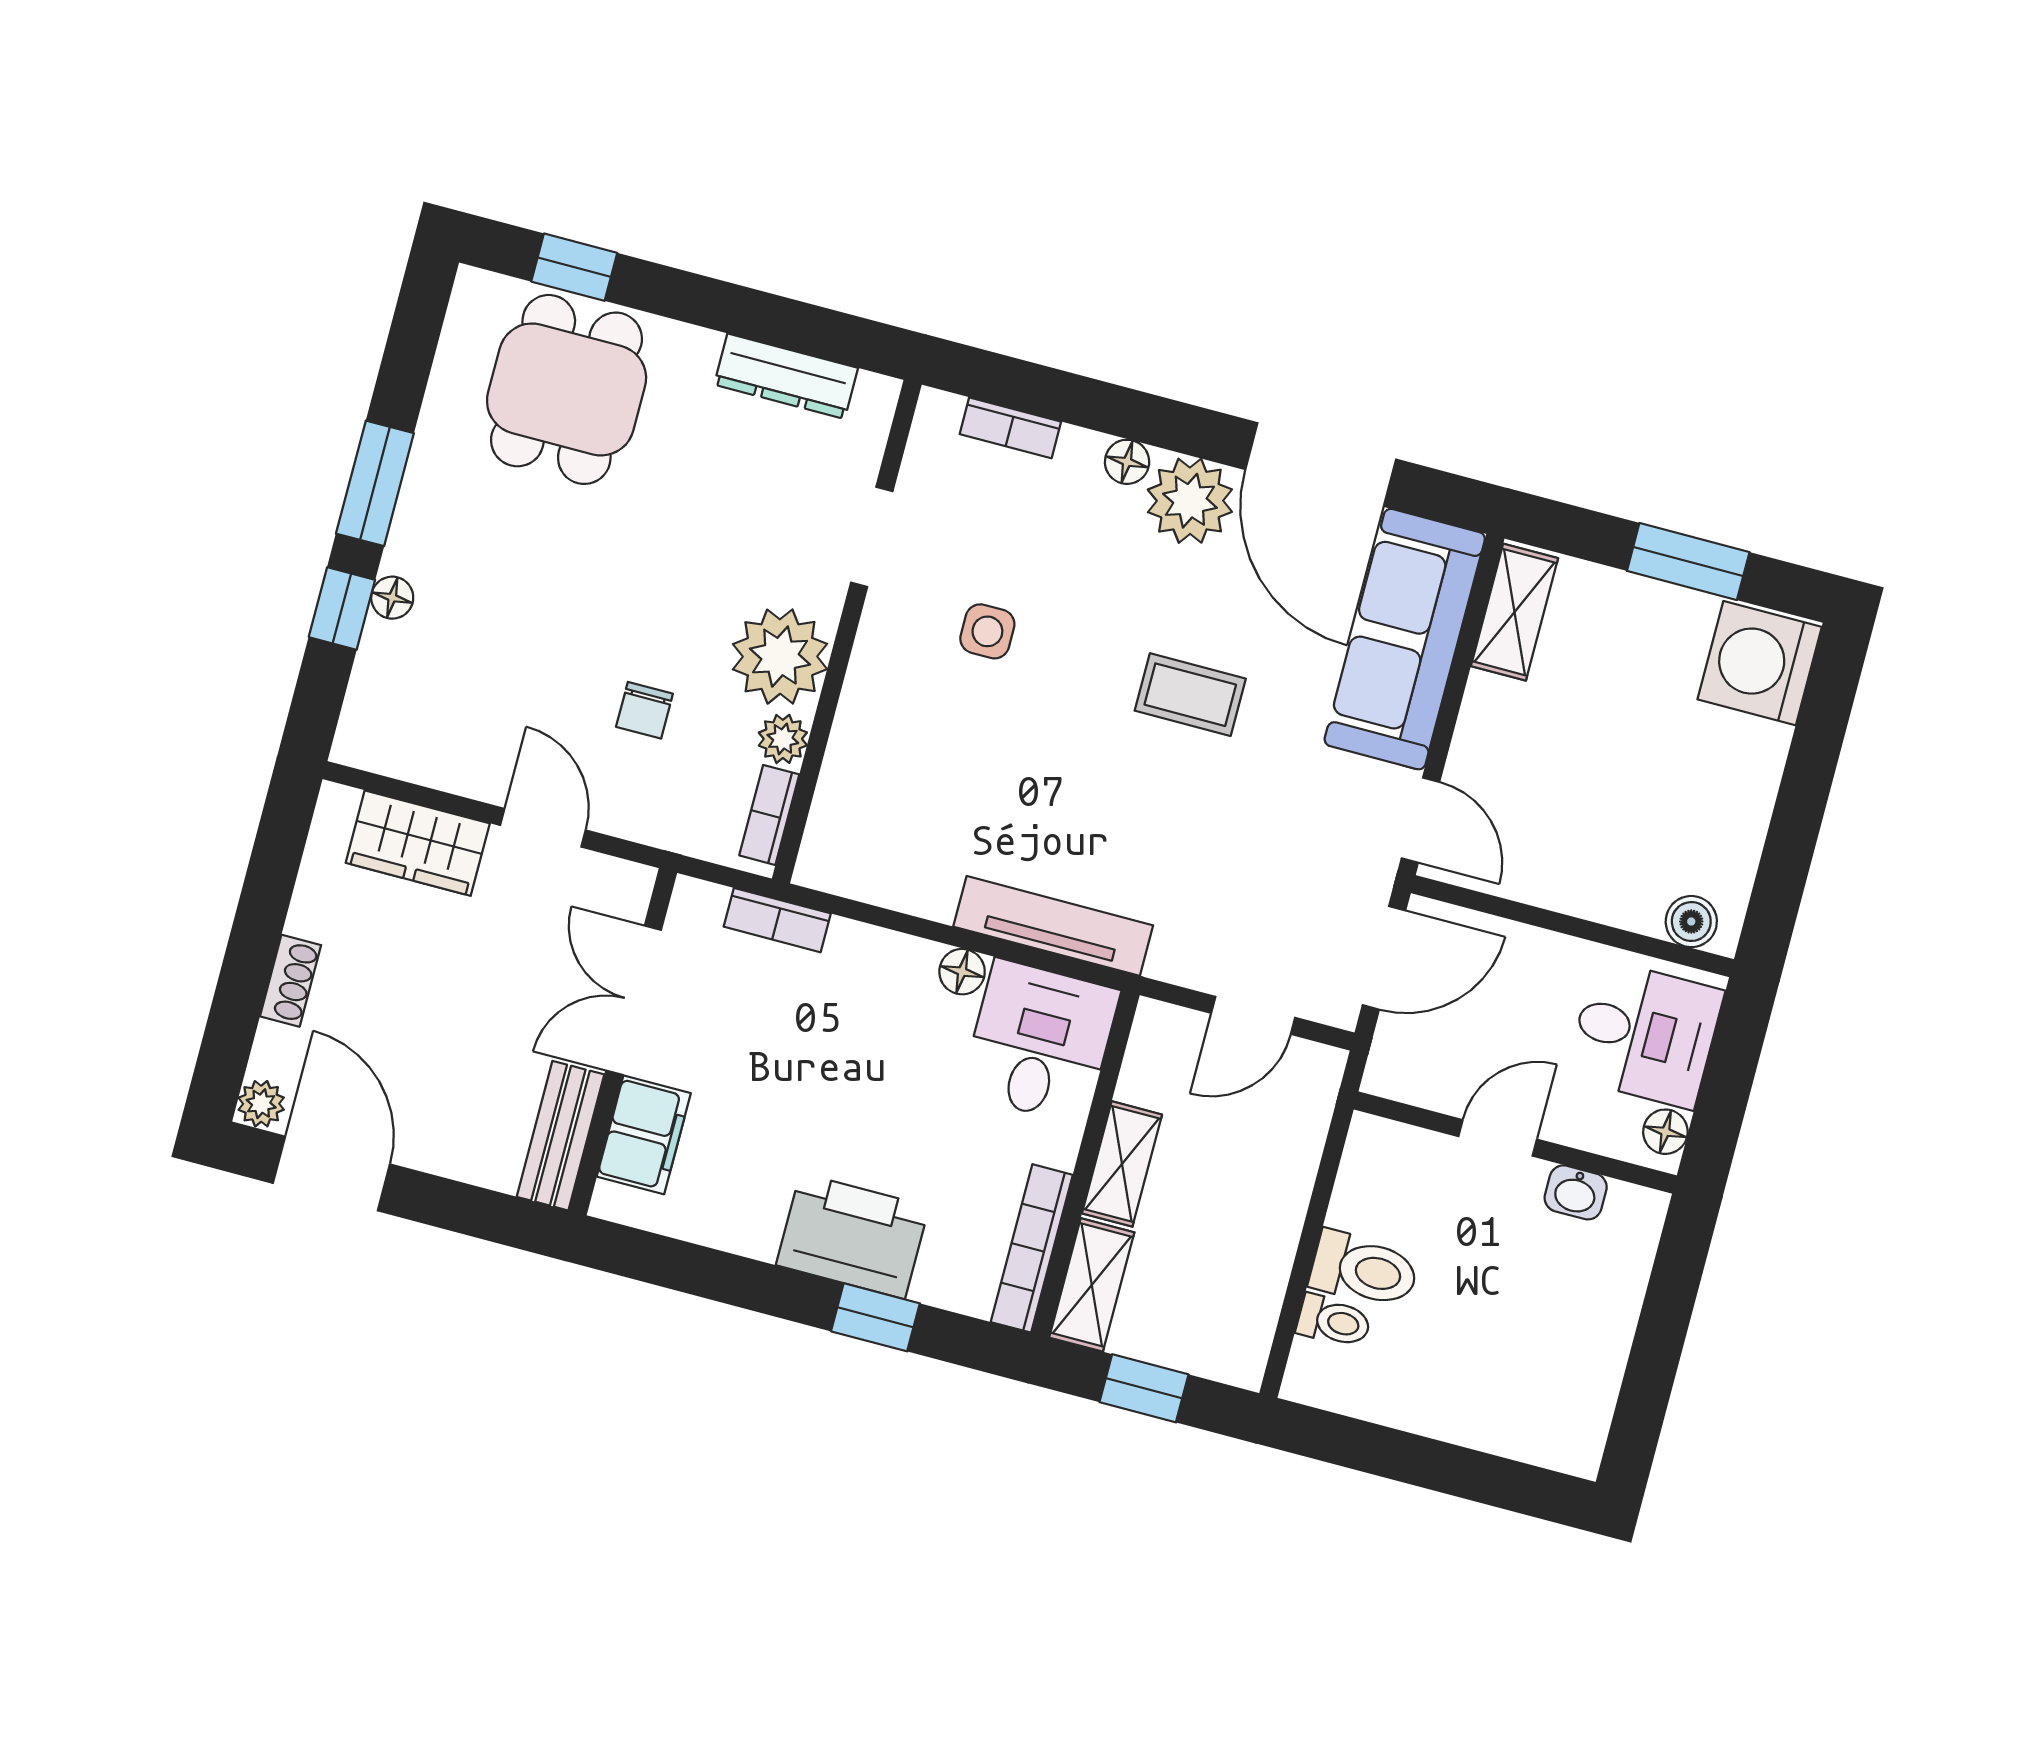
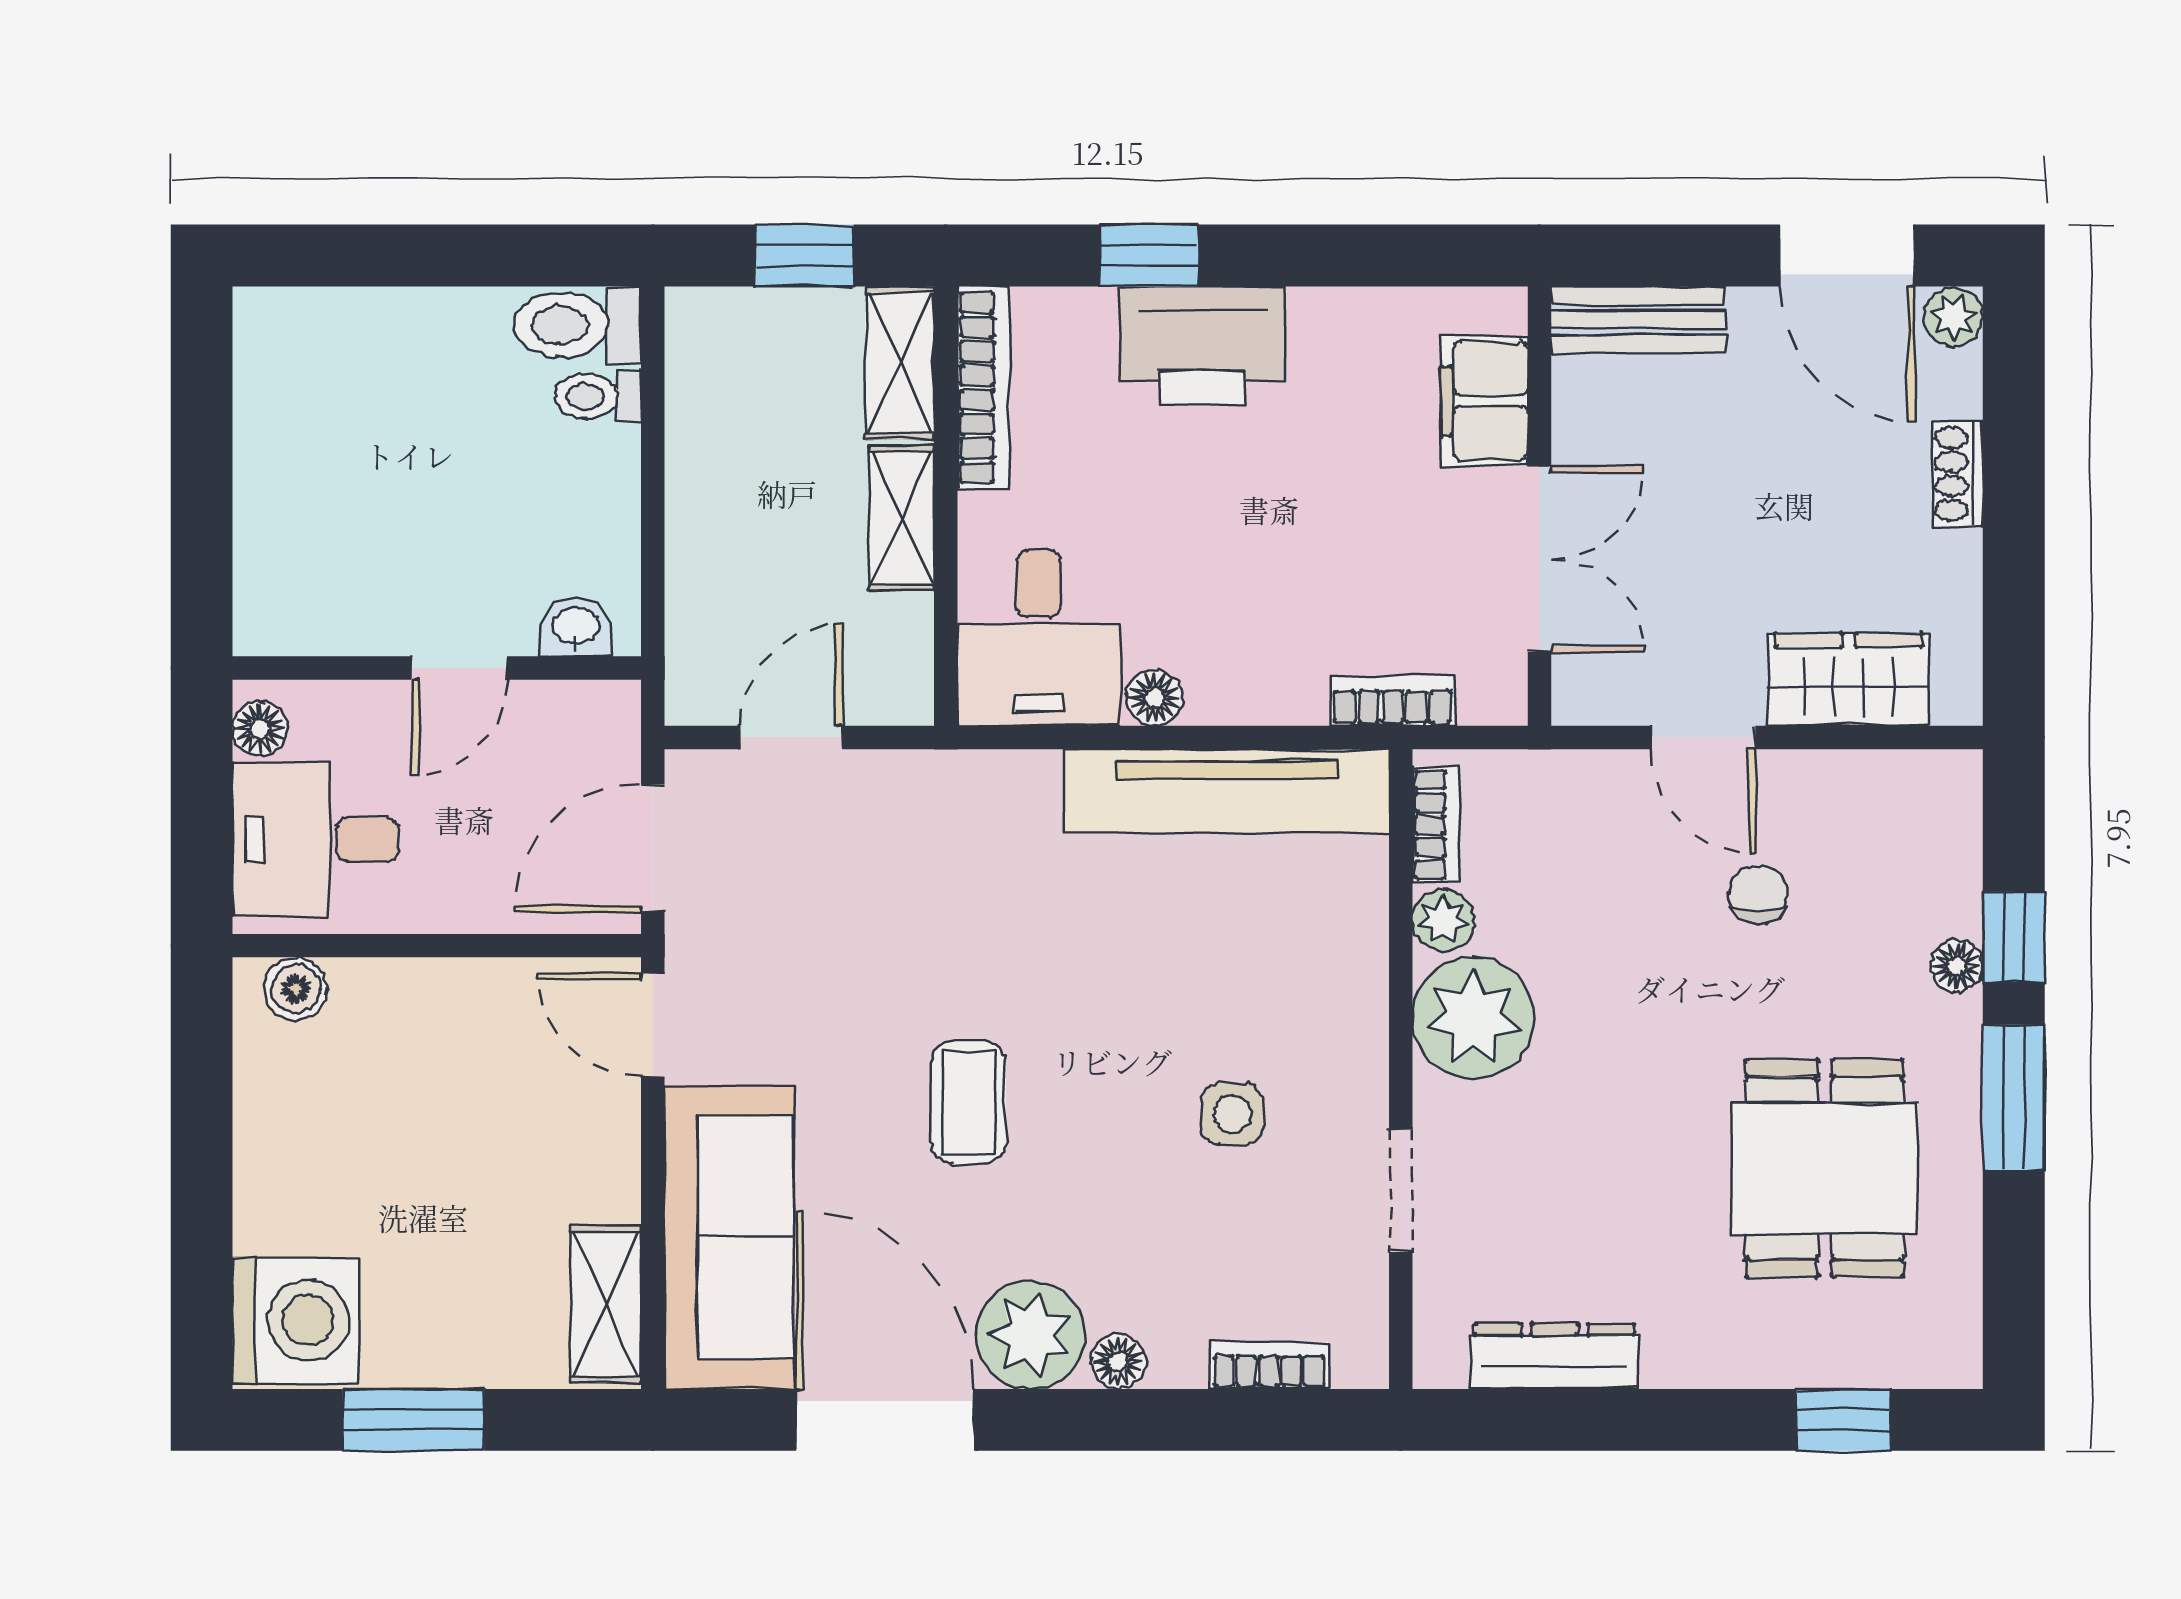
dining table: (567, 389) -> (1825, 1168), moved
coffee table: (1190, 695) -> (969, 1102), turned 90
chair: (644, 710) -> (1759, 894), moved
tv unit: (1053, 926) -> (1226, 791), moved, width x1.36, depth x1.29
bench: (560, 1136) -> (1638, 320), moved, turned 90
washbasin: (1576, 1192) -> (576, 627), moved
toilet: (1364, 1270) -> (578, 325), moved

